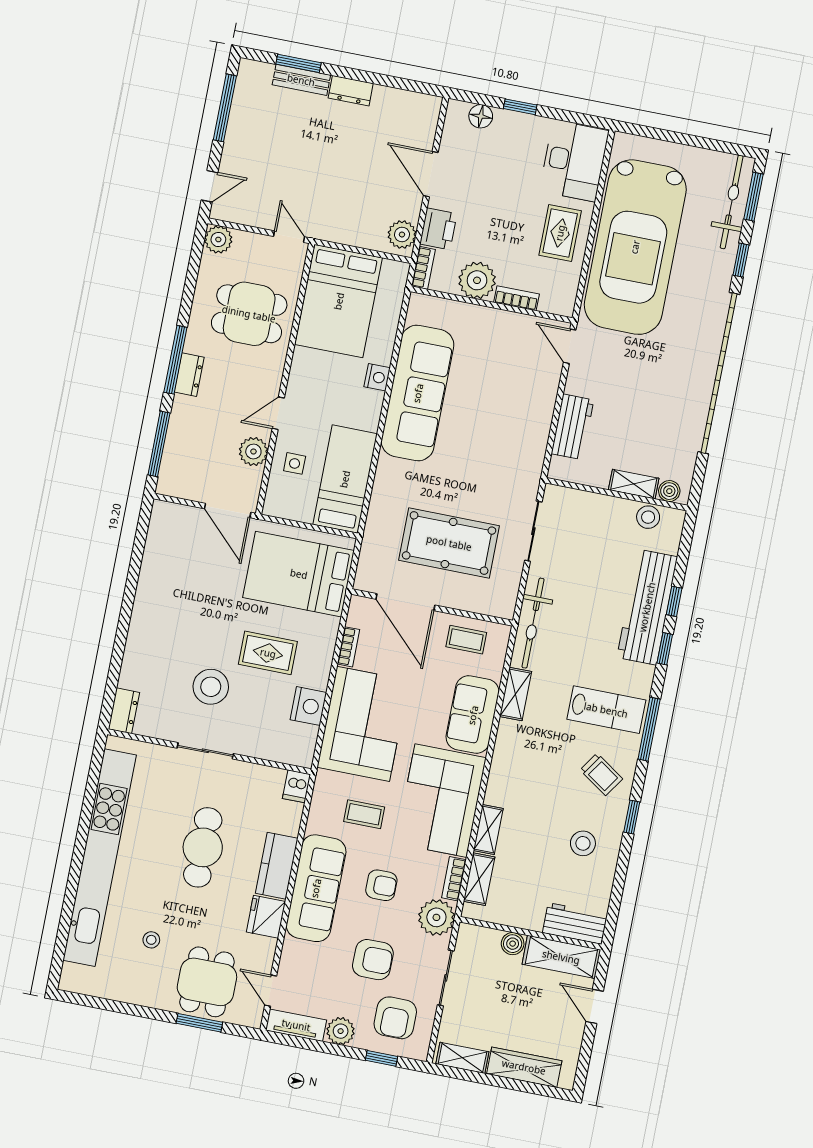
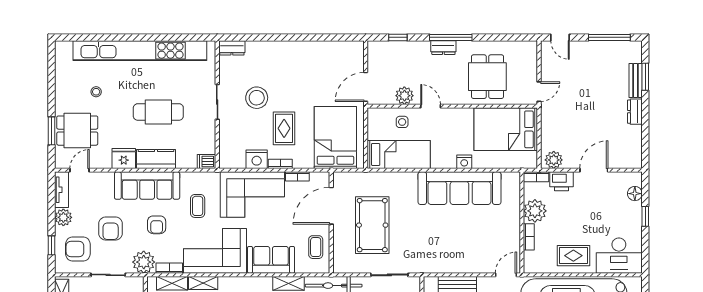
plant: (218, 239) -> (529, 49), removed
window: (159, 444) -> (398, 37), width x0.46
bookcase: (323, 670) -> (280, 164), added

